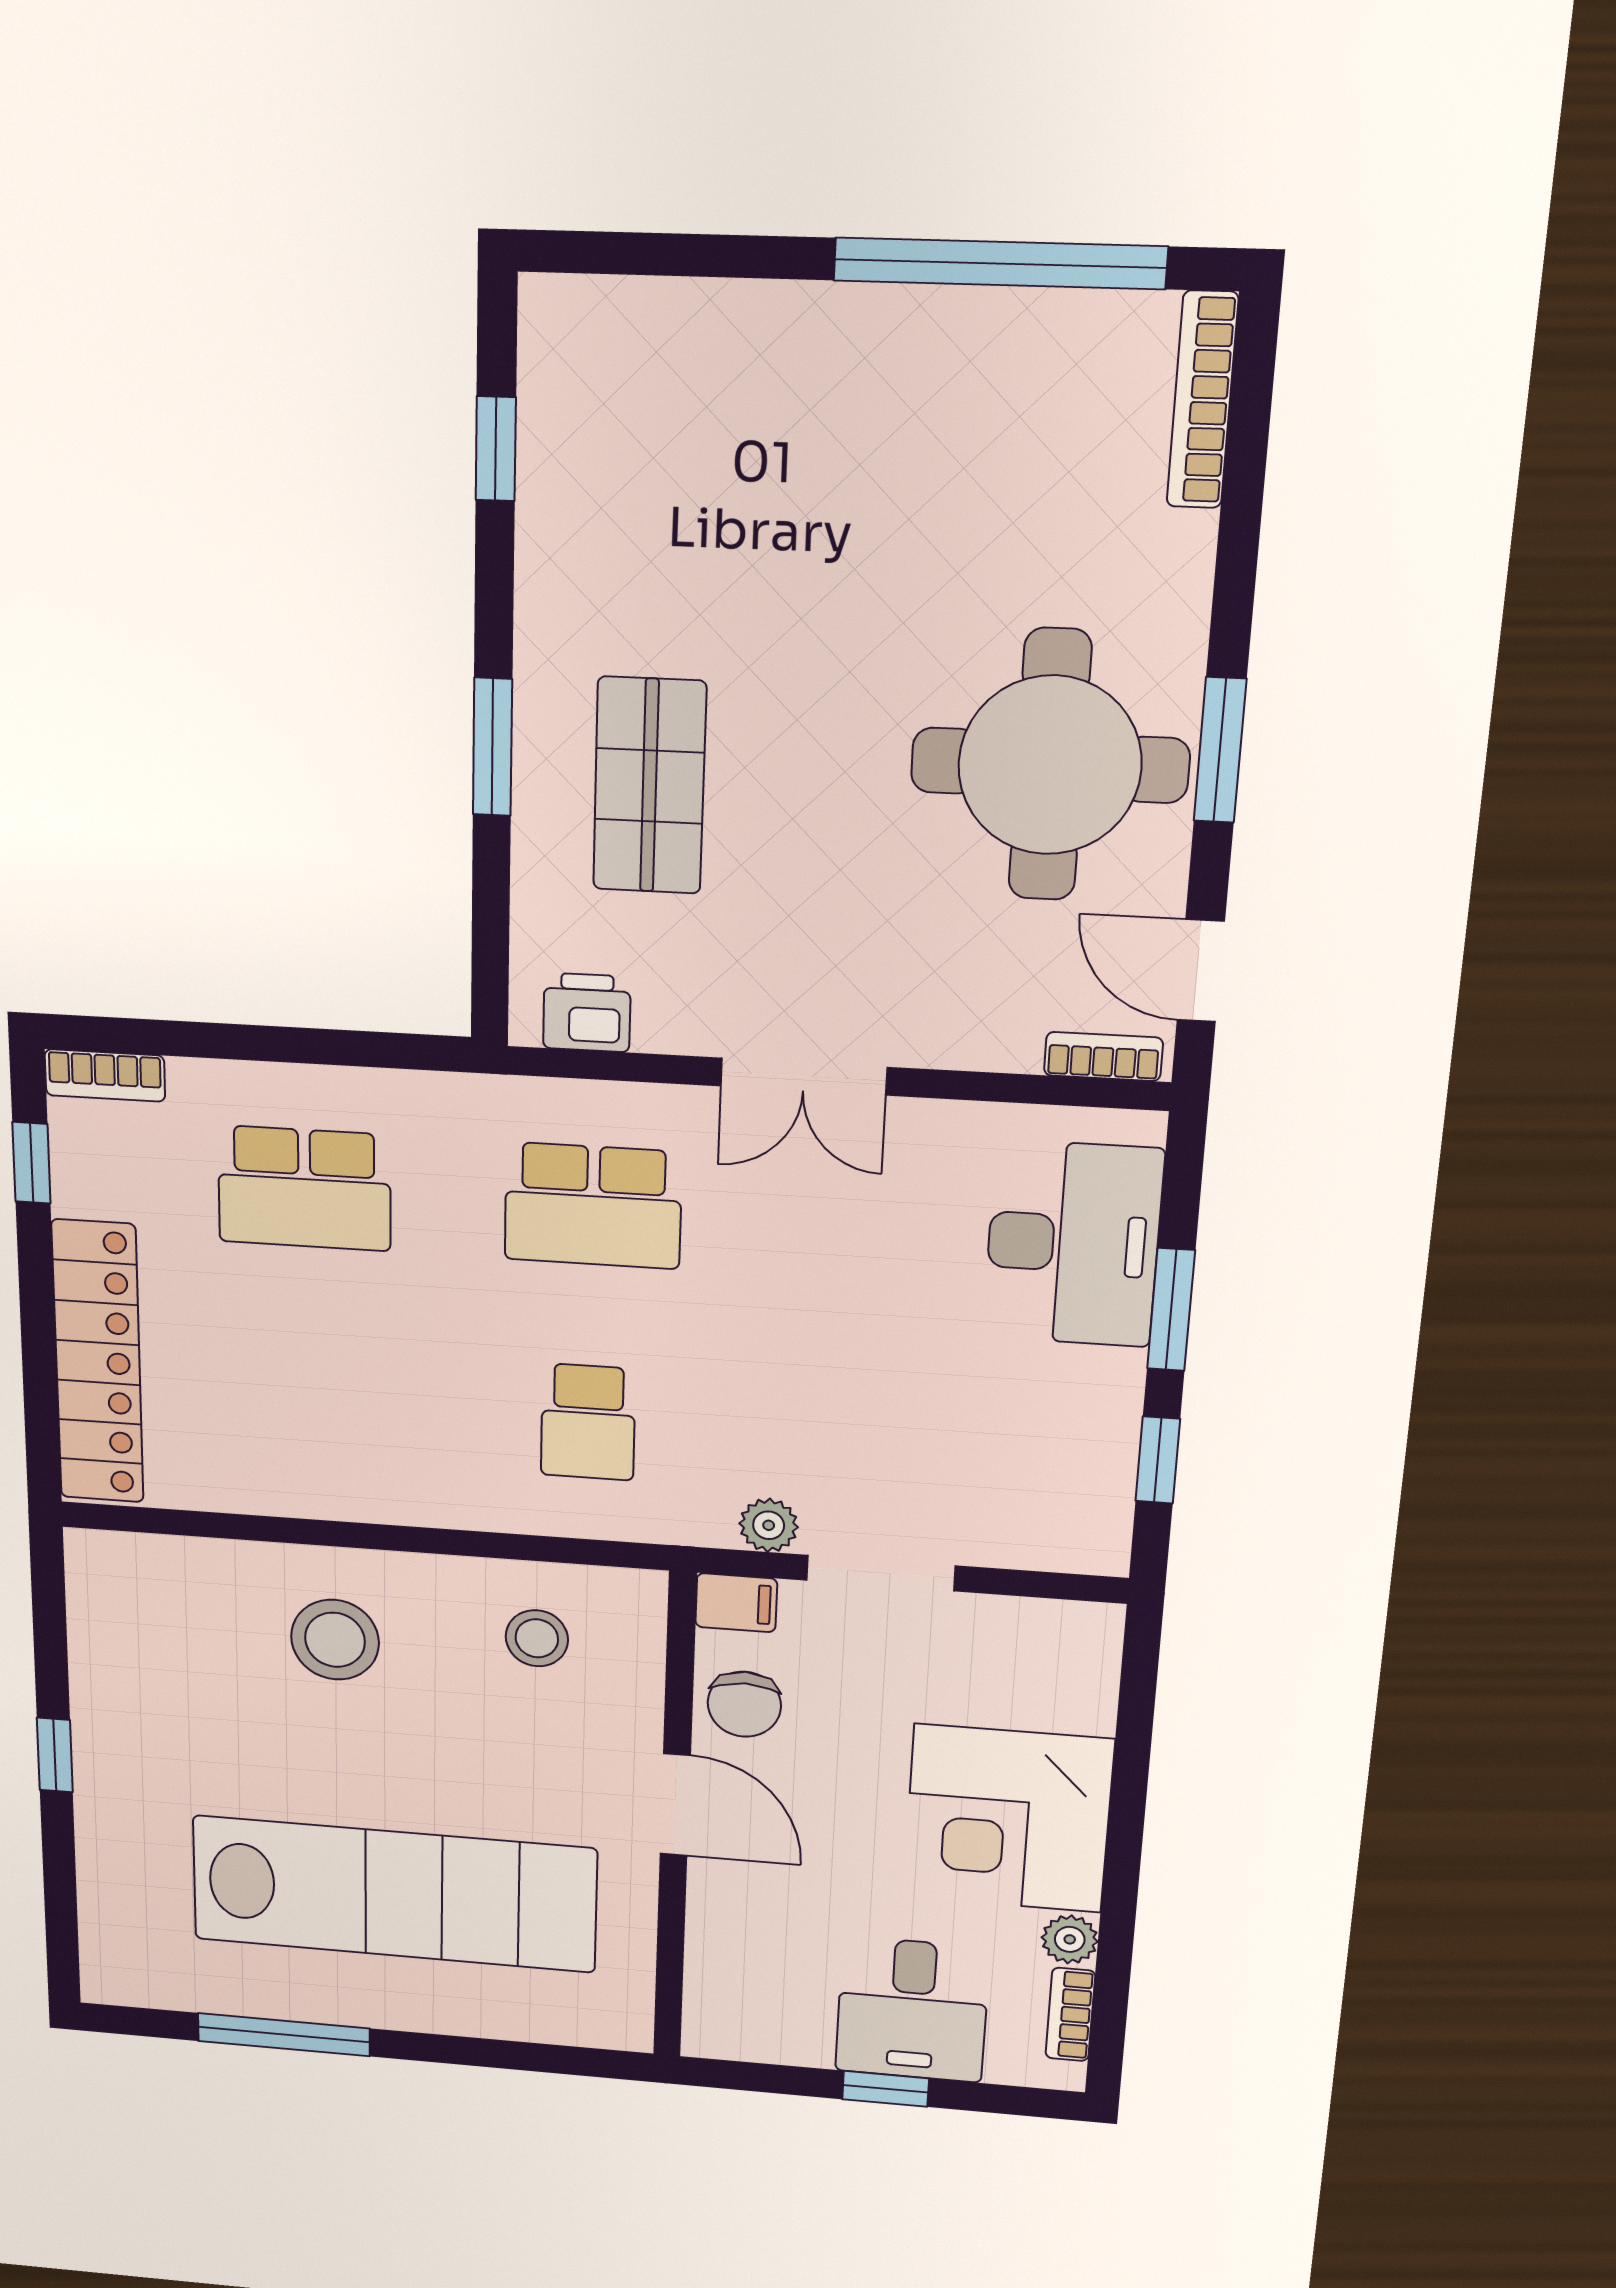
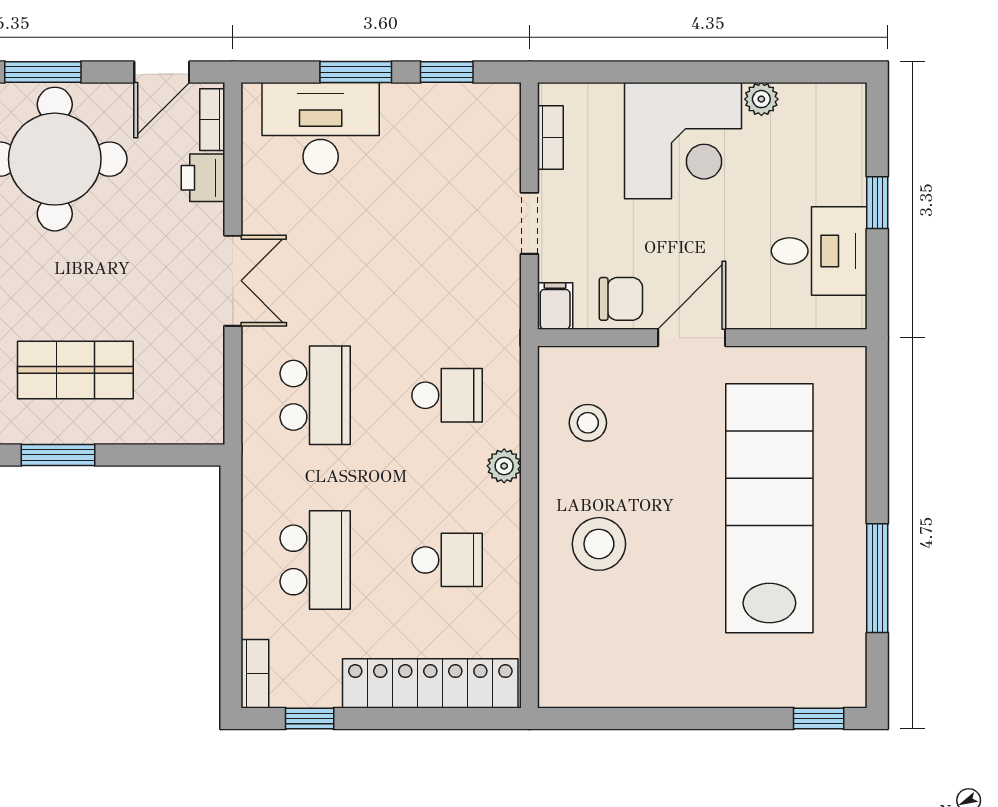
printer: (587, 1013) -> (203, 178), moved
school desk: (306, 1403) -> (447, 560), added
plant: (769, 1525) -> (504, 466), moved
doorway: (881, 1573) -> (529, 223), width x0.73
window: (55, 1755) -> (819, 719), moved
desk: (912, 2009) -> (819, 251), moved
bookcase: (1070, 2014) -> (550, 137), moved, turned -90

